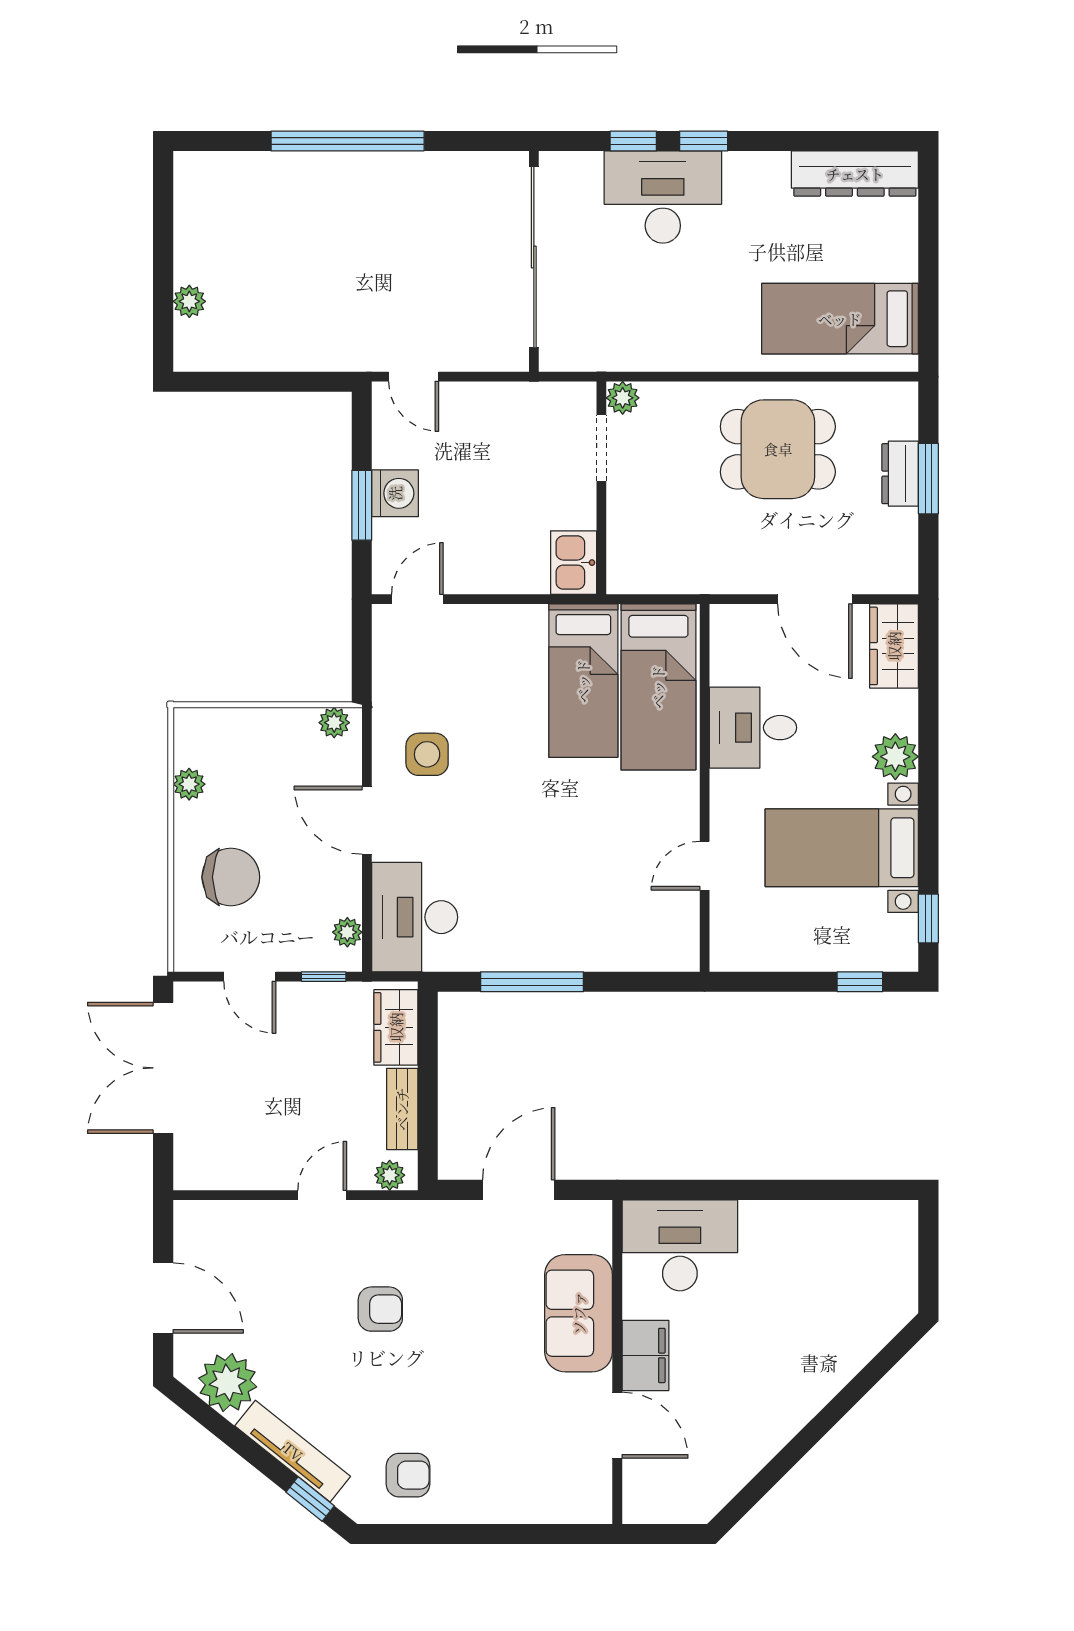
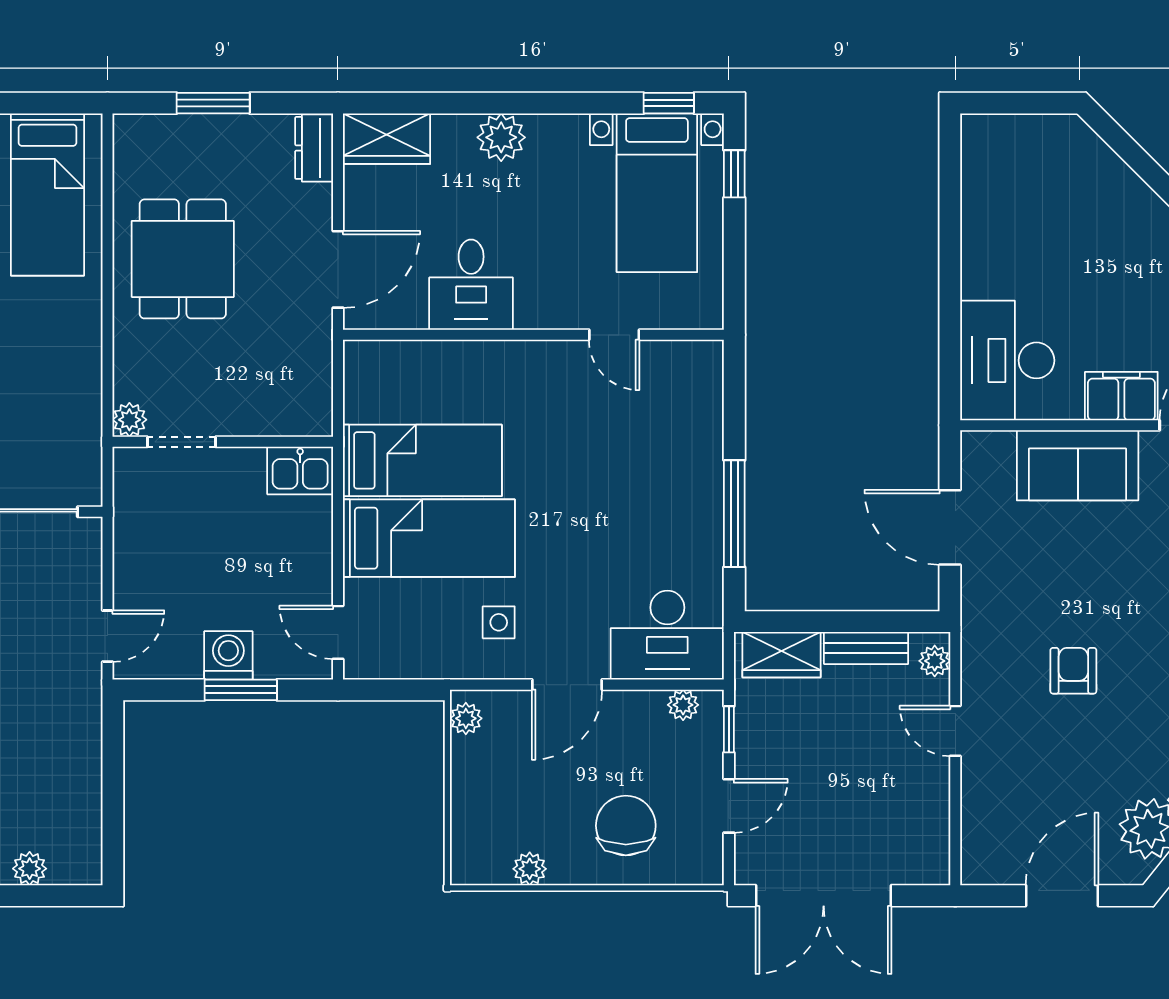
dresser: (900, 474) -> (314, 148), moved, turned 90
door: (815, 599) -> (338, 269), moved
bed: (658, 687) -> (429, 538), moved
side table: (427, 754) -> (499, 622), width x0.73, depth x0.73
bed with nightstands: (842, 848) -> (657, 193), moved

